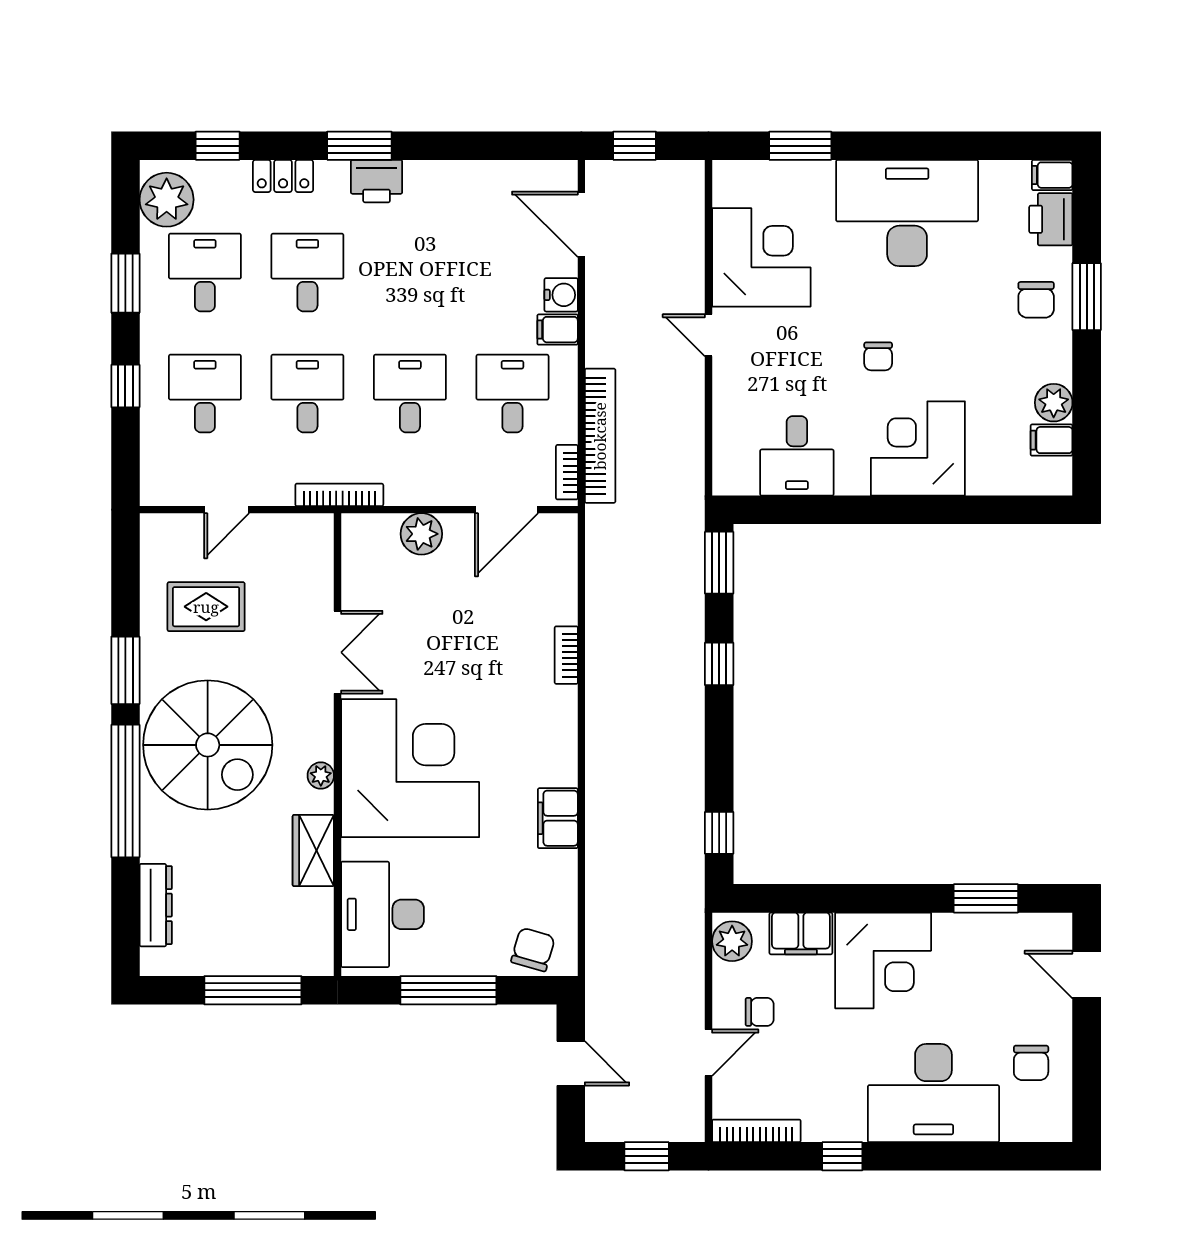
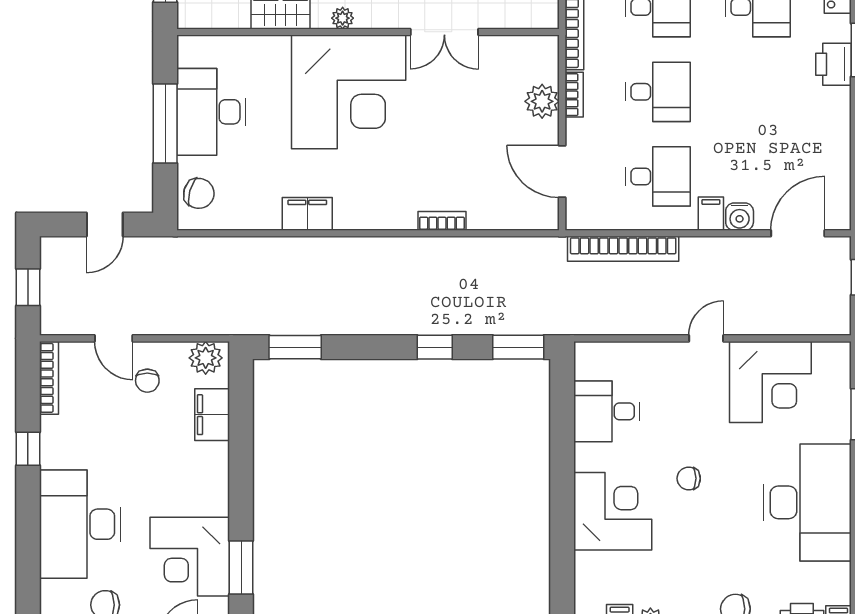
bookcase: (567, 472) -> (574, 95), moved, turned 90
window: (719, 833) -> (295, 347), width x1.50
desk: (382, 914) -> (211, 112), moved, turned -90
corner desk: (883, 960) -> (190, 557), moved

